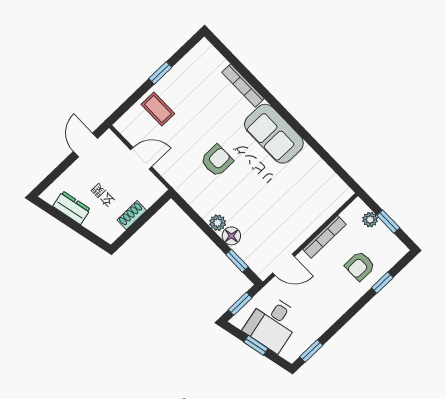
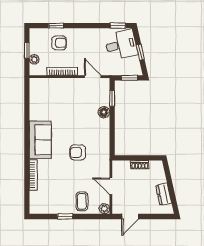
plant: (218, 223) -> (104, 209), moved
desk: (272, 323) -> (121, 45), moved

